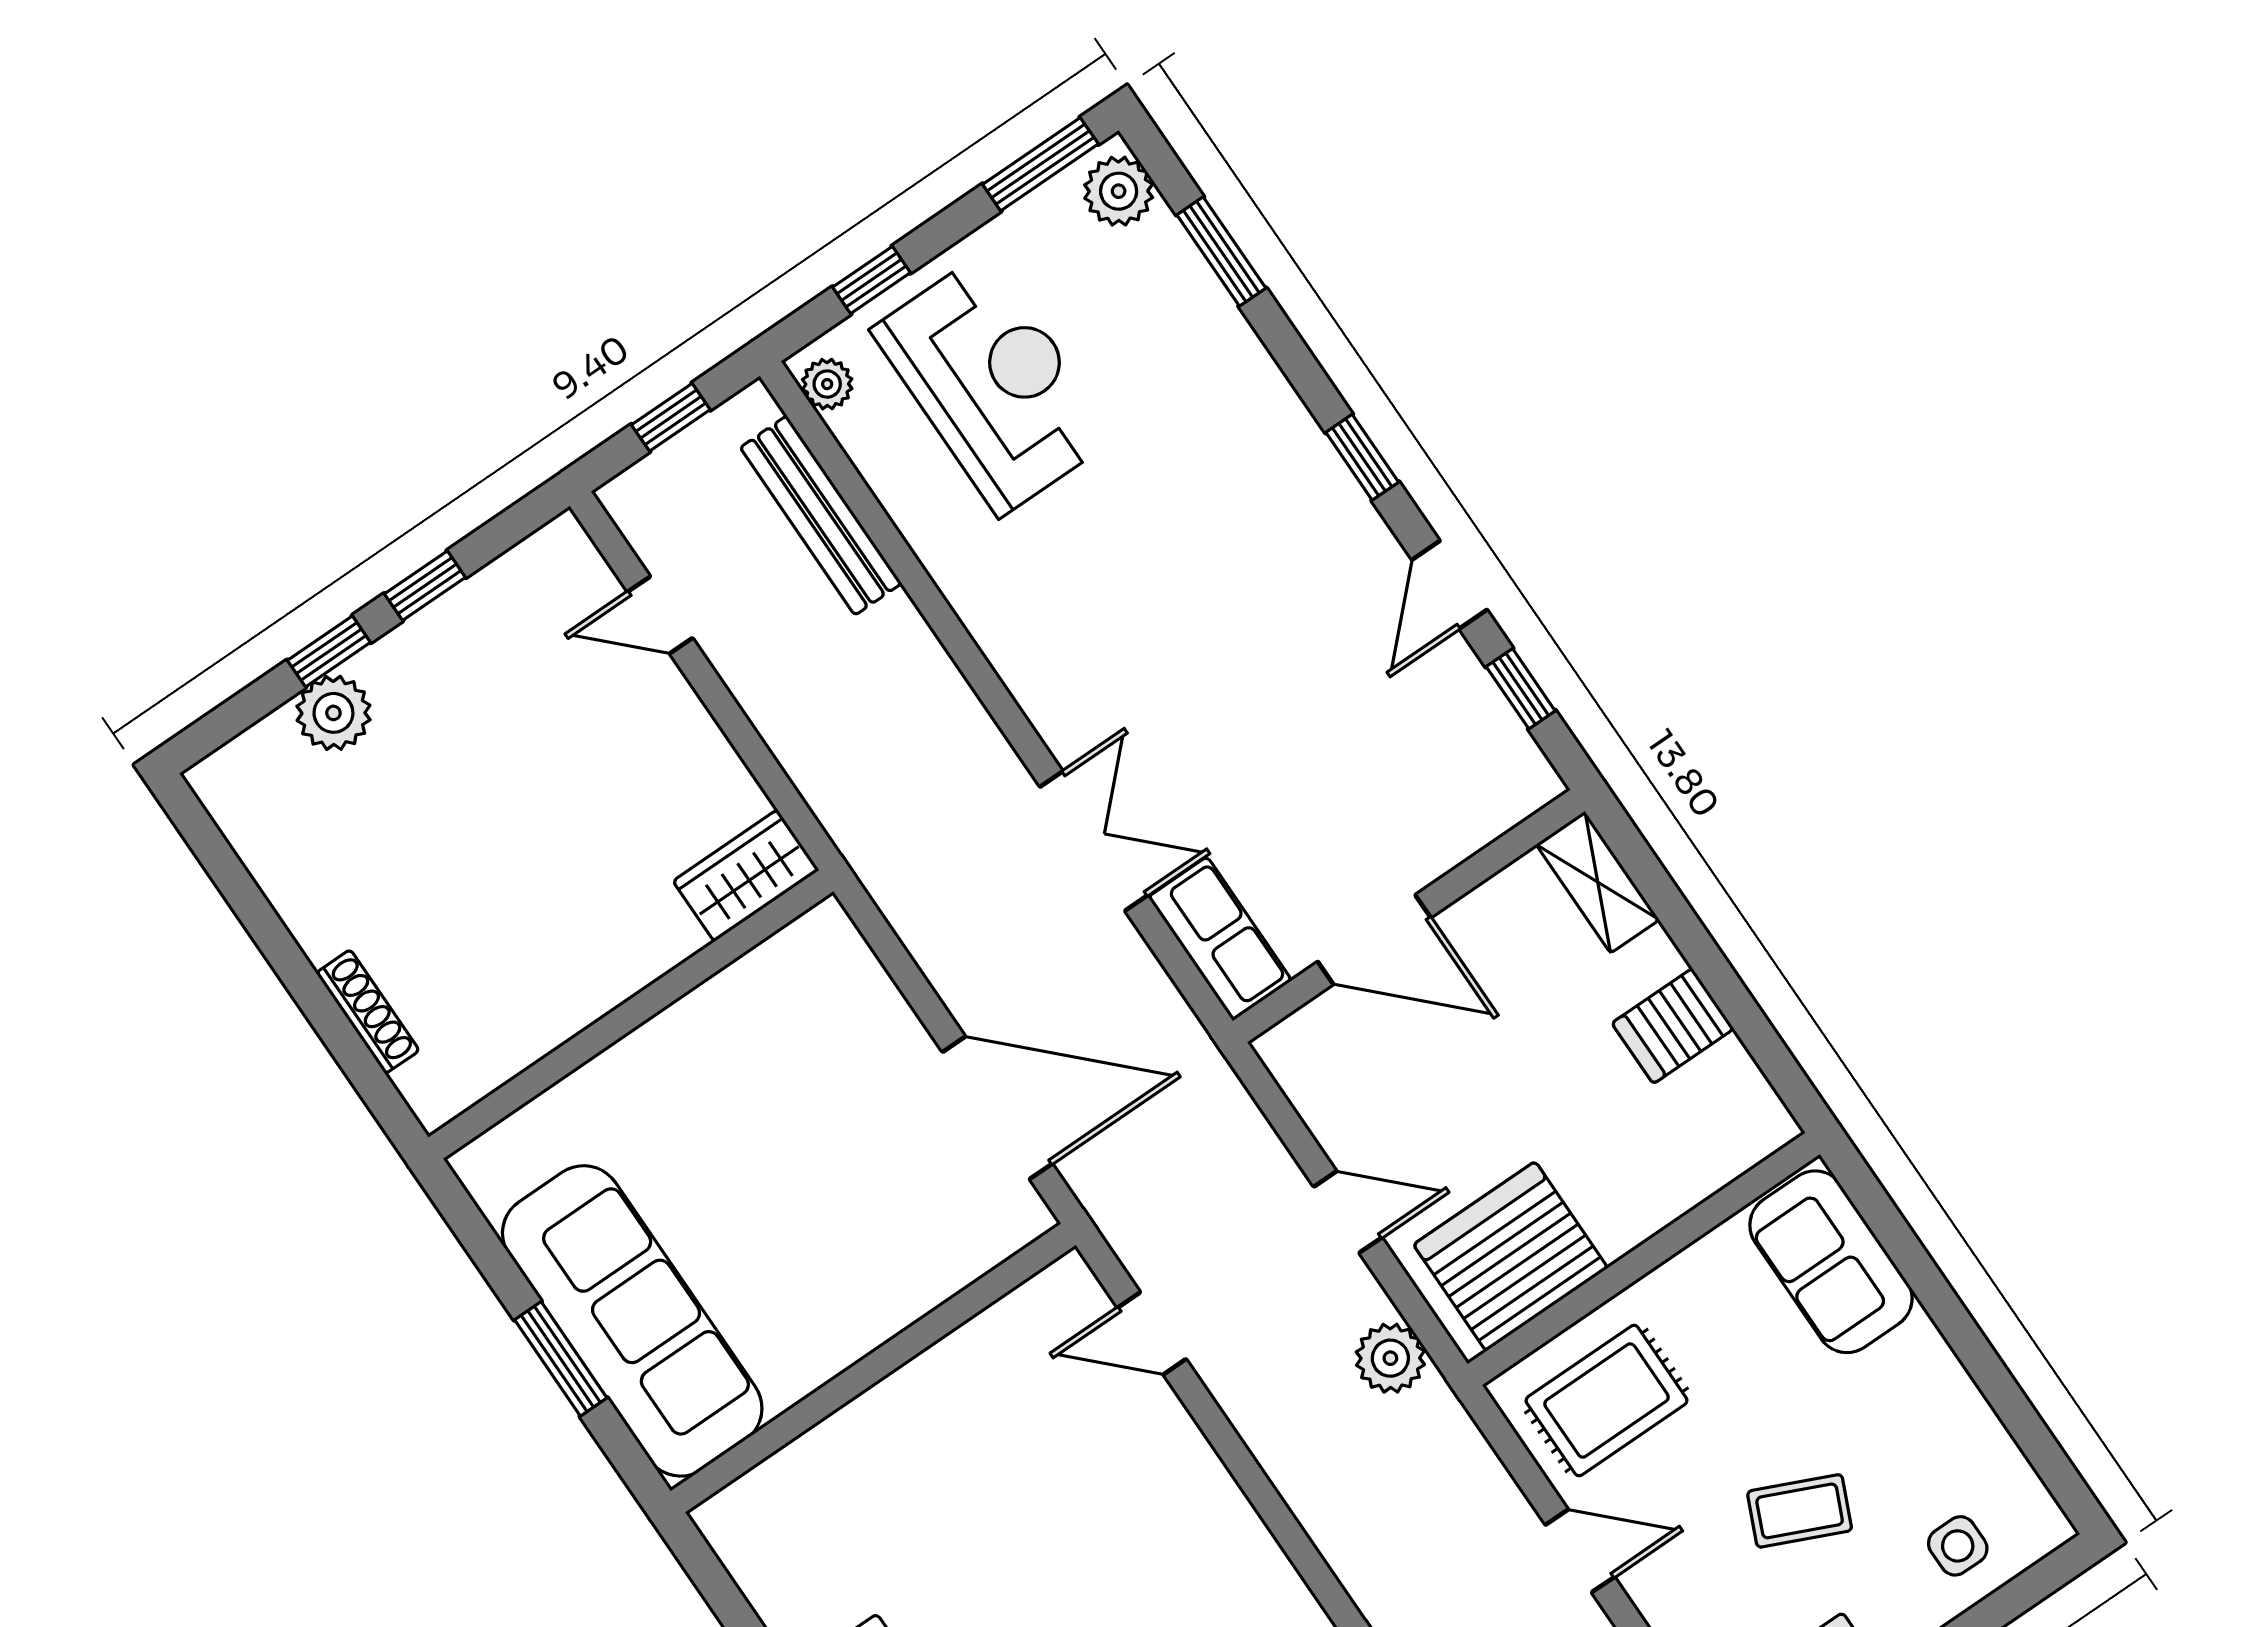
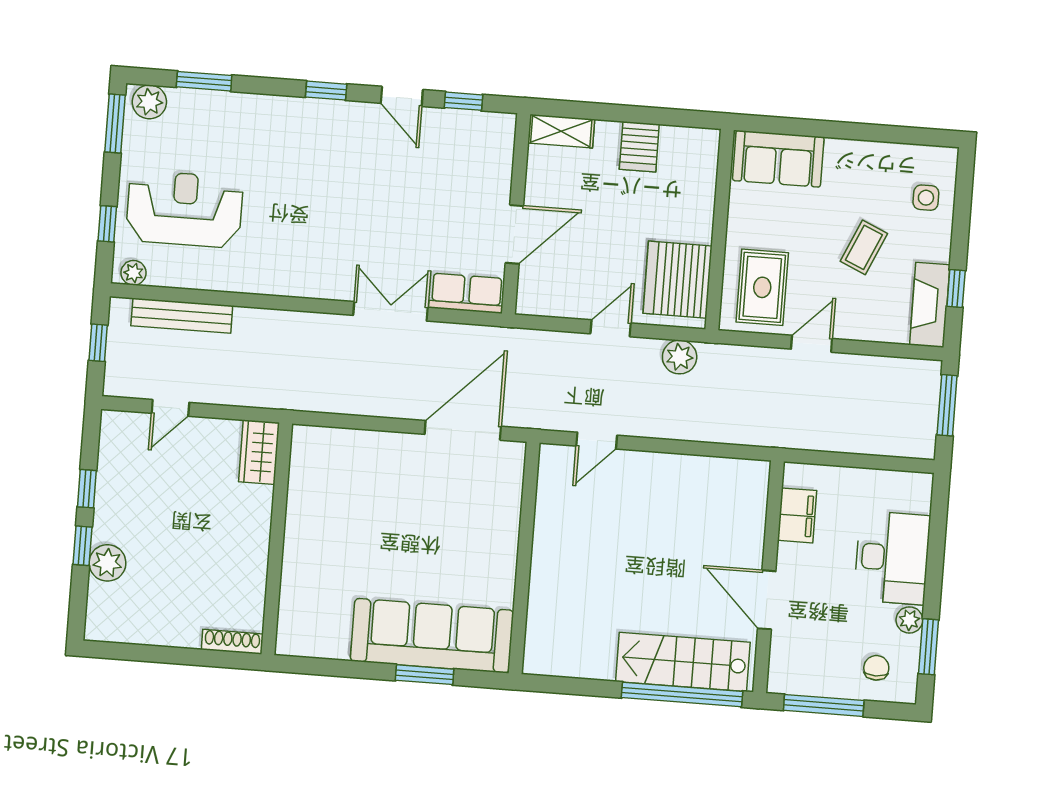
wardrobe: (746, 876) -> (259, 452), moved
wall: (631, 1014) -> (277, 539), moved

